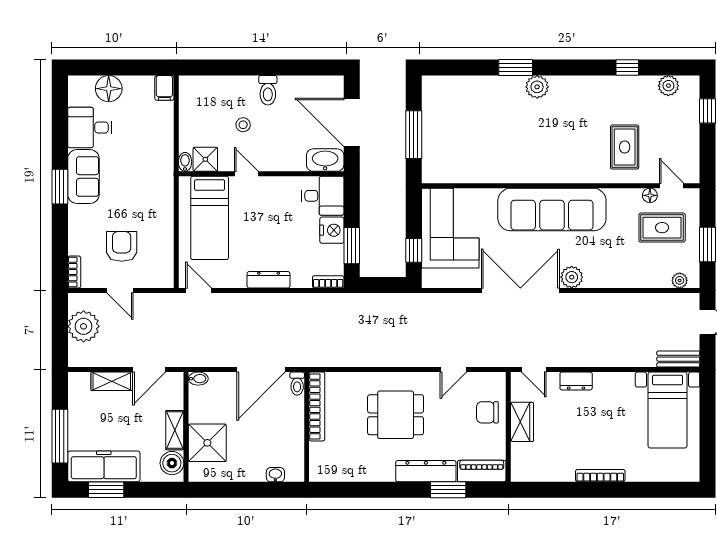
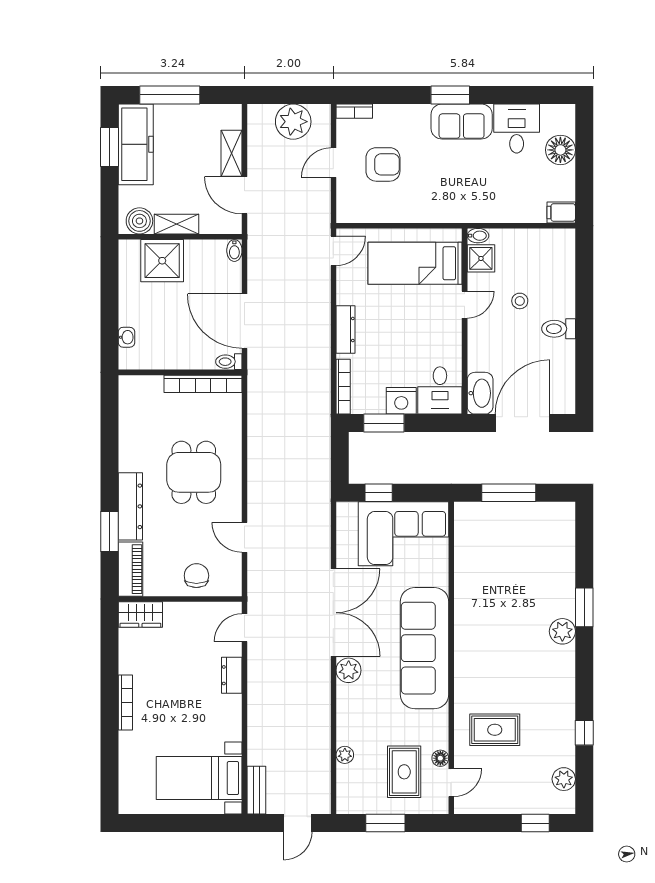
plant: (680, 280) -> (345, 755), moved
bookcase: (328, 282) -> (343, 387), width x1.56
wardrobe: (522, 422) -> (140, 615), moved

